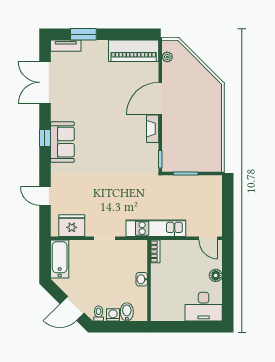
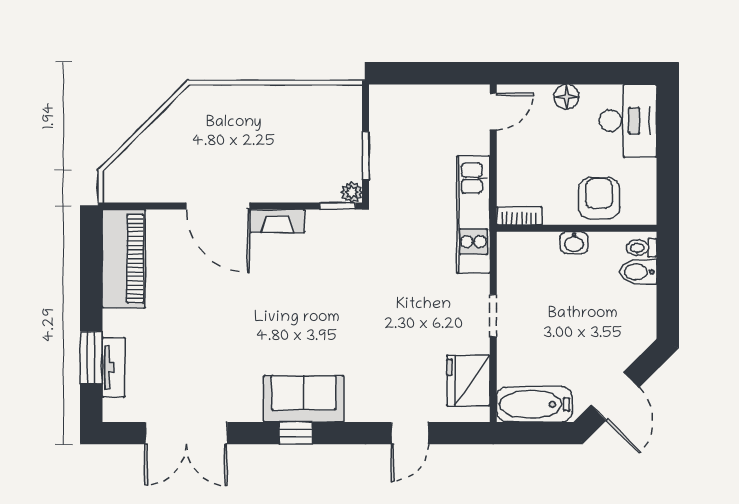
tv unit: (66, 46) -> (114, 367), moved
plant: (167, 57) -> (352, 192), moved
armchair: (164, 292) -> (599, 198), added
door: (72, 308) -> (615, 396), moved
toilet: (99, 313) -> (641, 248), moved
washing machine: (113, 315) -> (644, 299), removed

